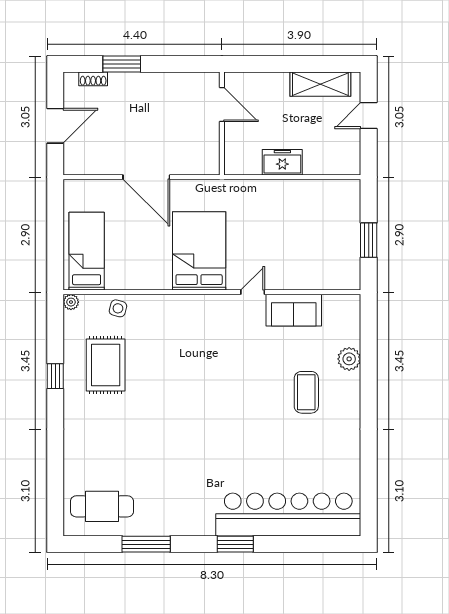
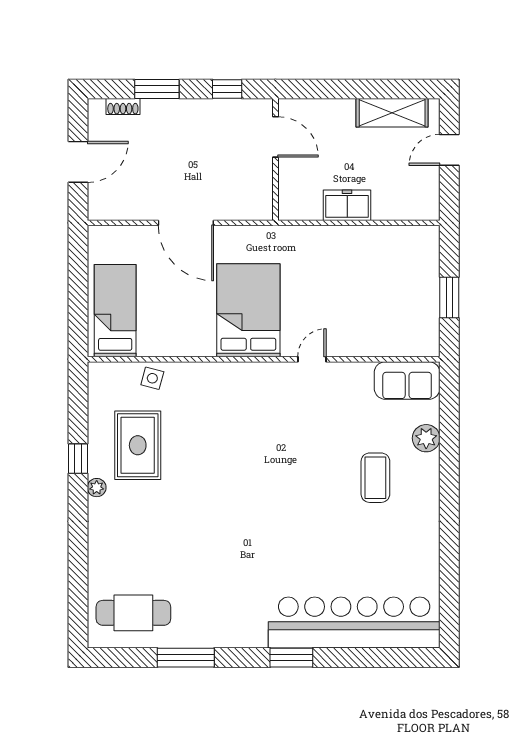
window: (181, 64) -> (227, 89), added
plant: (71, 302) -> (97, 488), moved
sofa: (294, 310) -> (407, 380), moved

